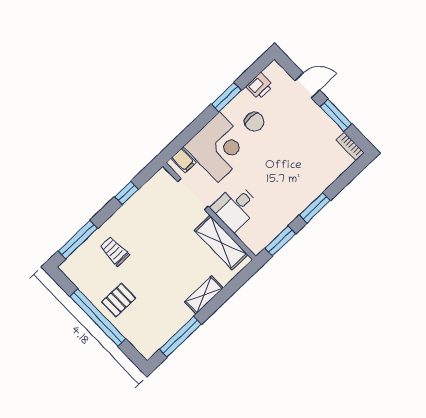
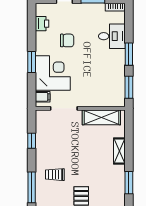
window: (226, 97) -> (32, 62), moved
chair: (254, 122) -> (67, 40), moved
desk: (235, 207) -> (112, 36), moved, turned -90
window: (180, 337) -> (129, 183), width x0.69

